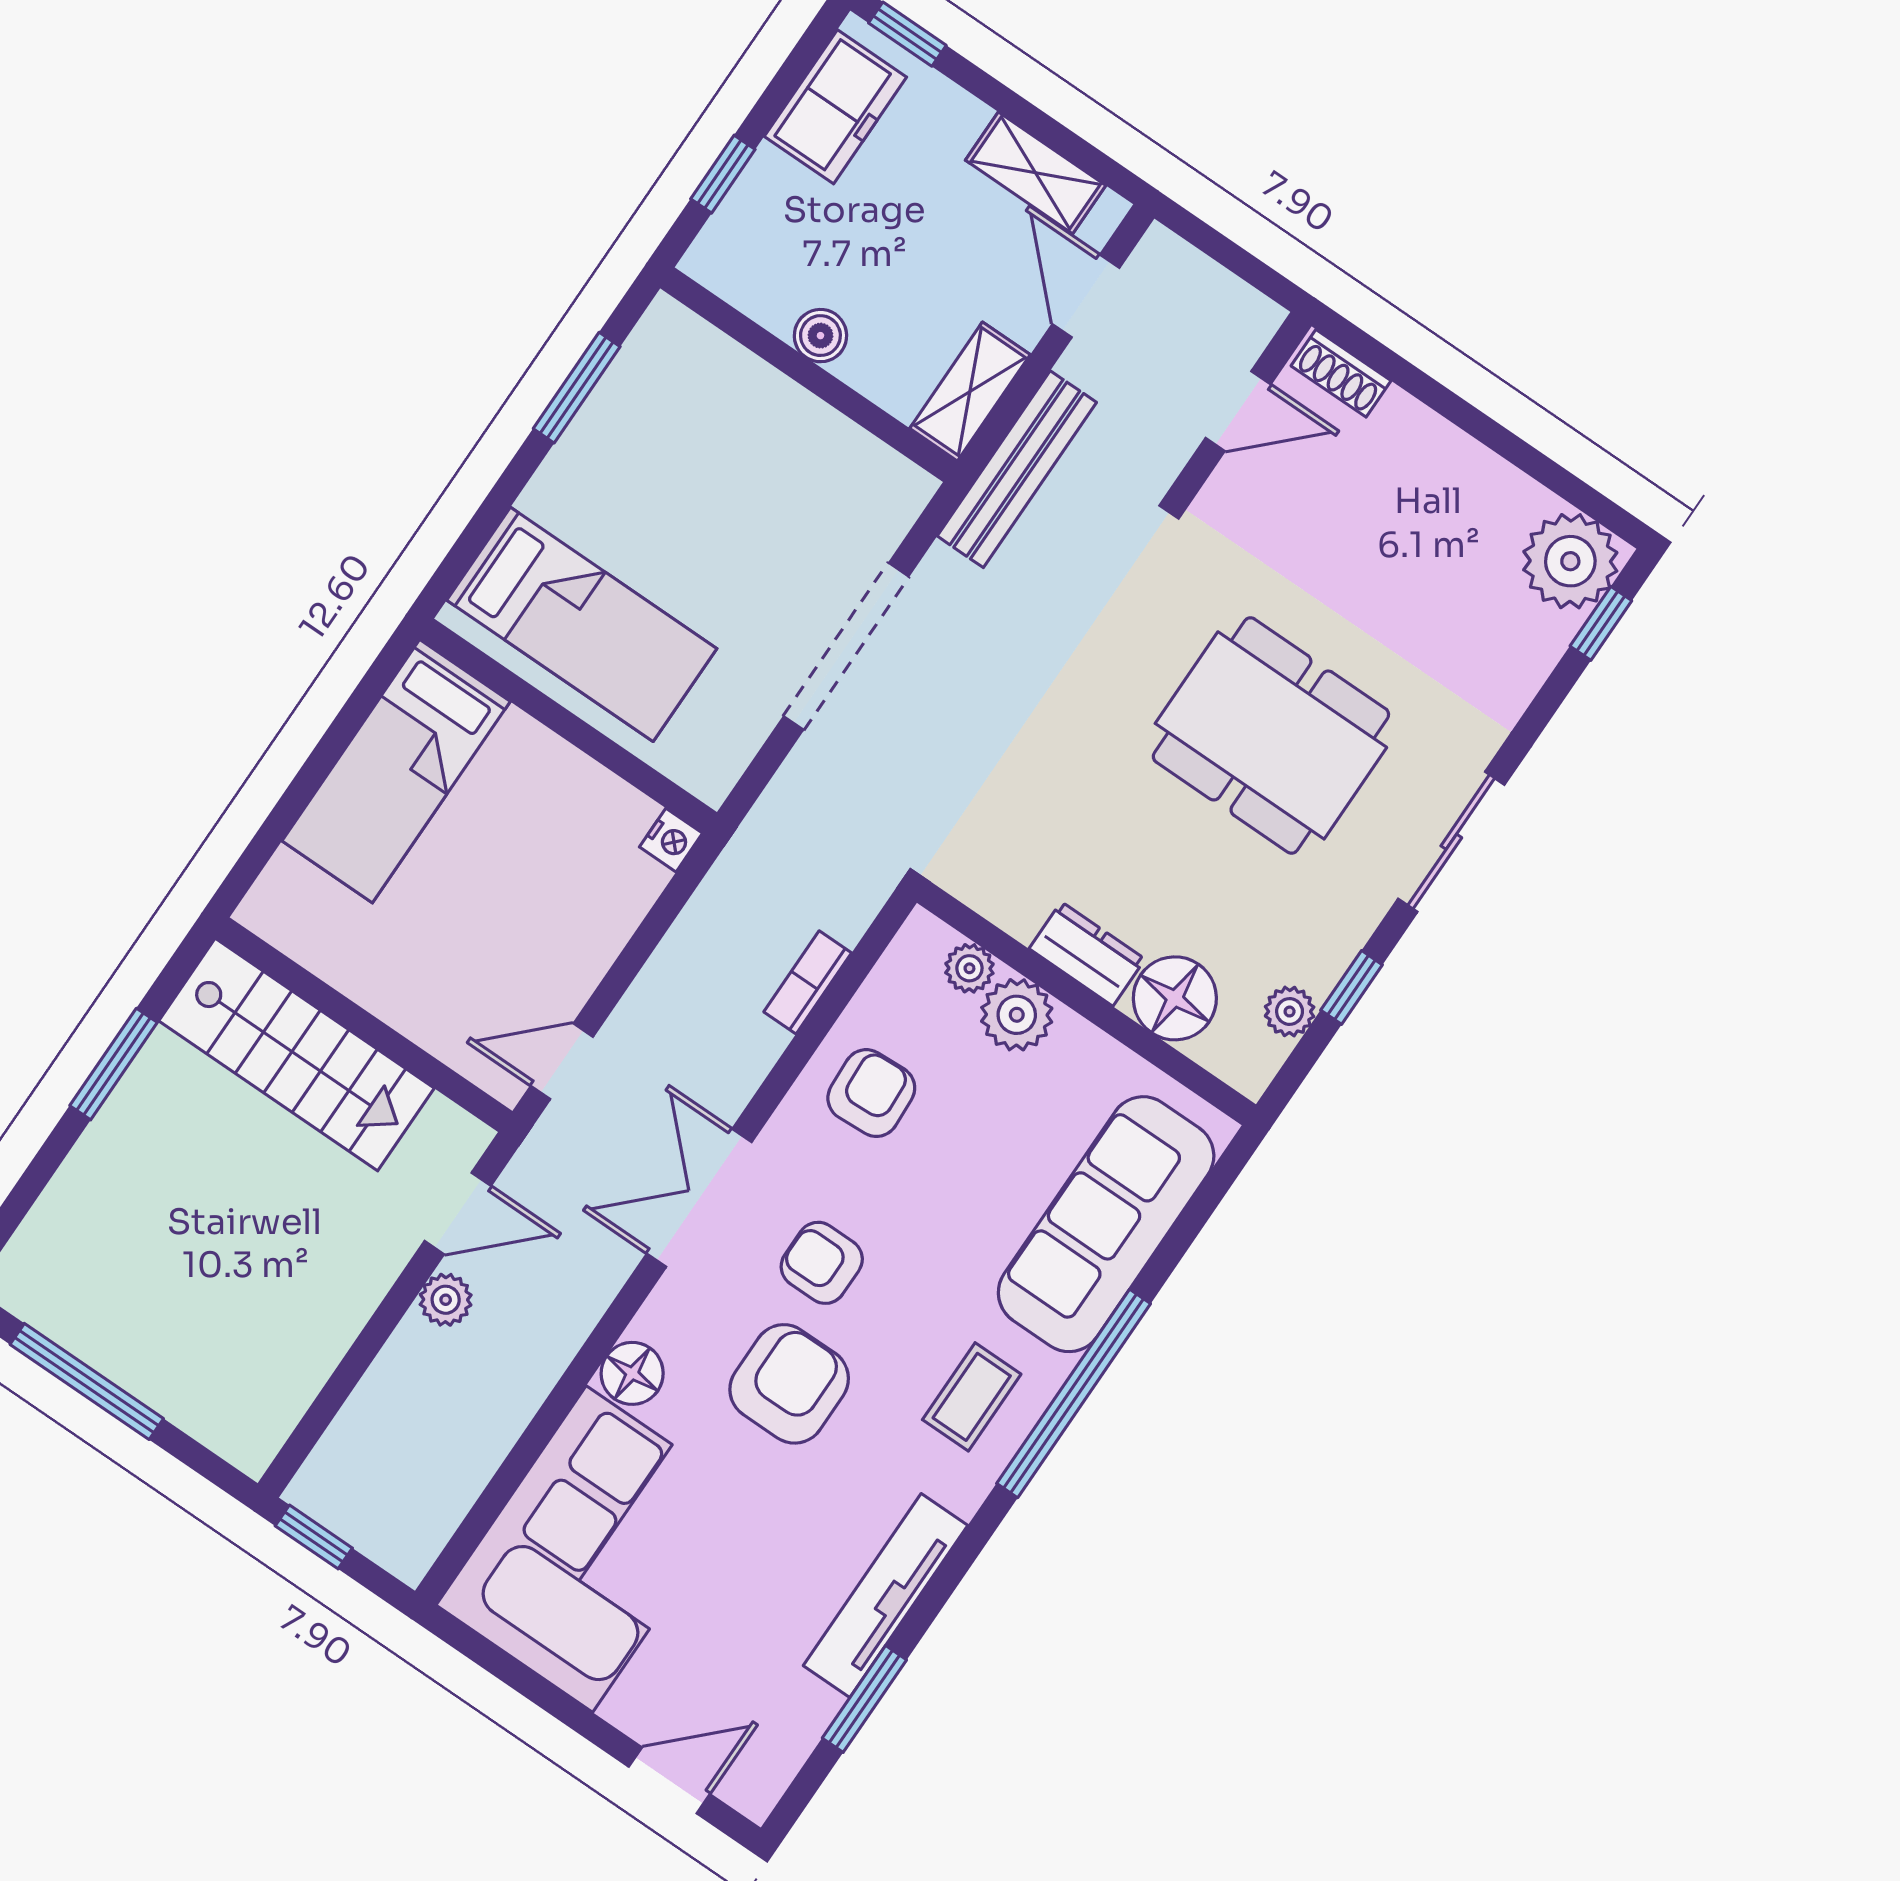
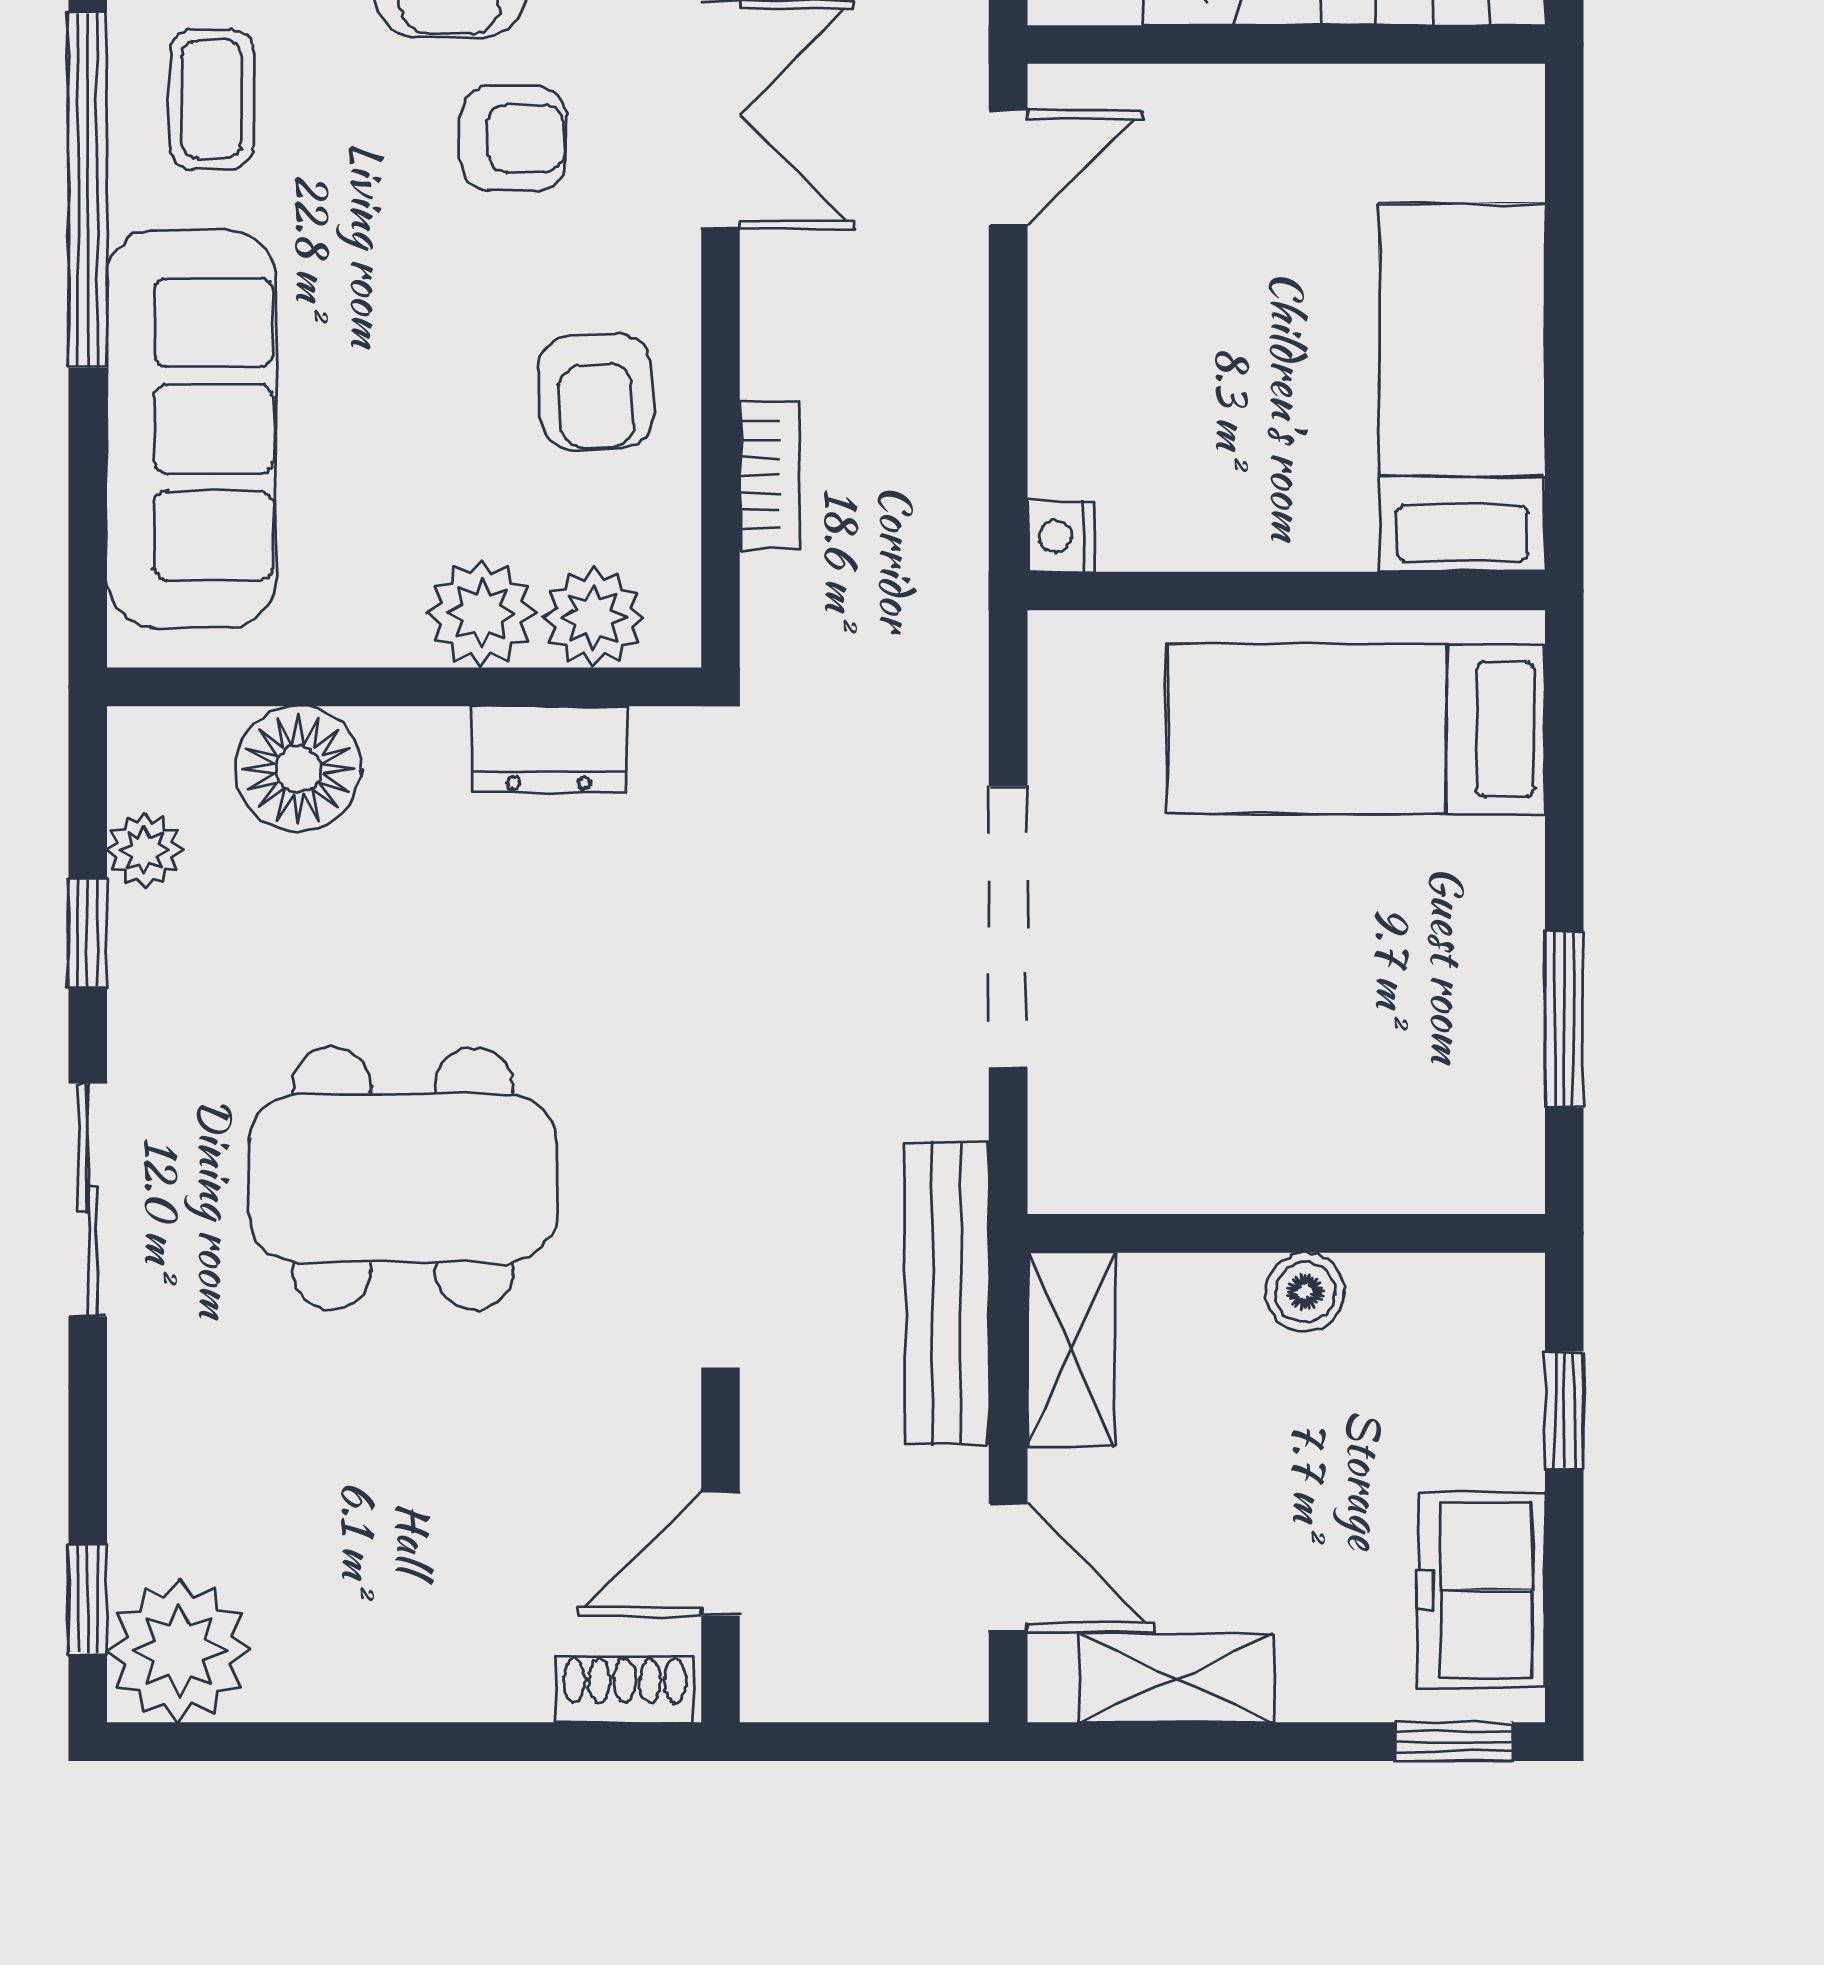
dresser: (1087, 954) -> (549, 749), moved
plant: (969, 968) -> (594, 617), width x1.38, depth x1.38

